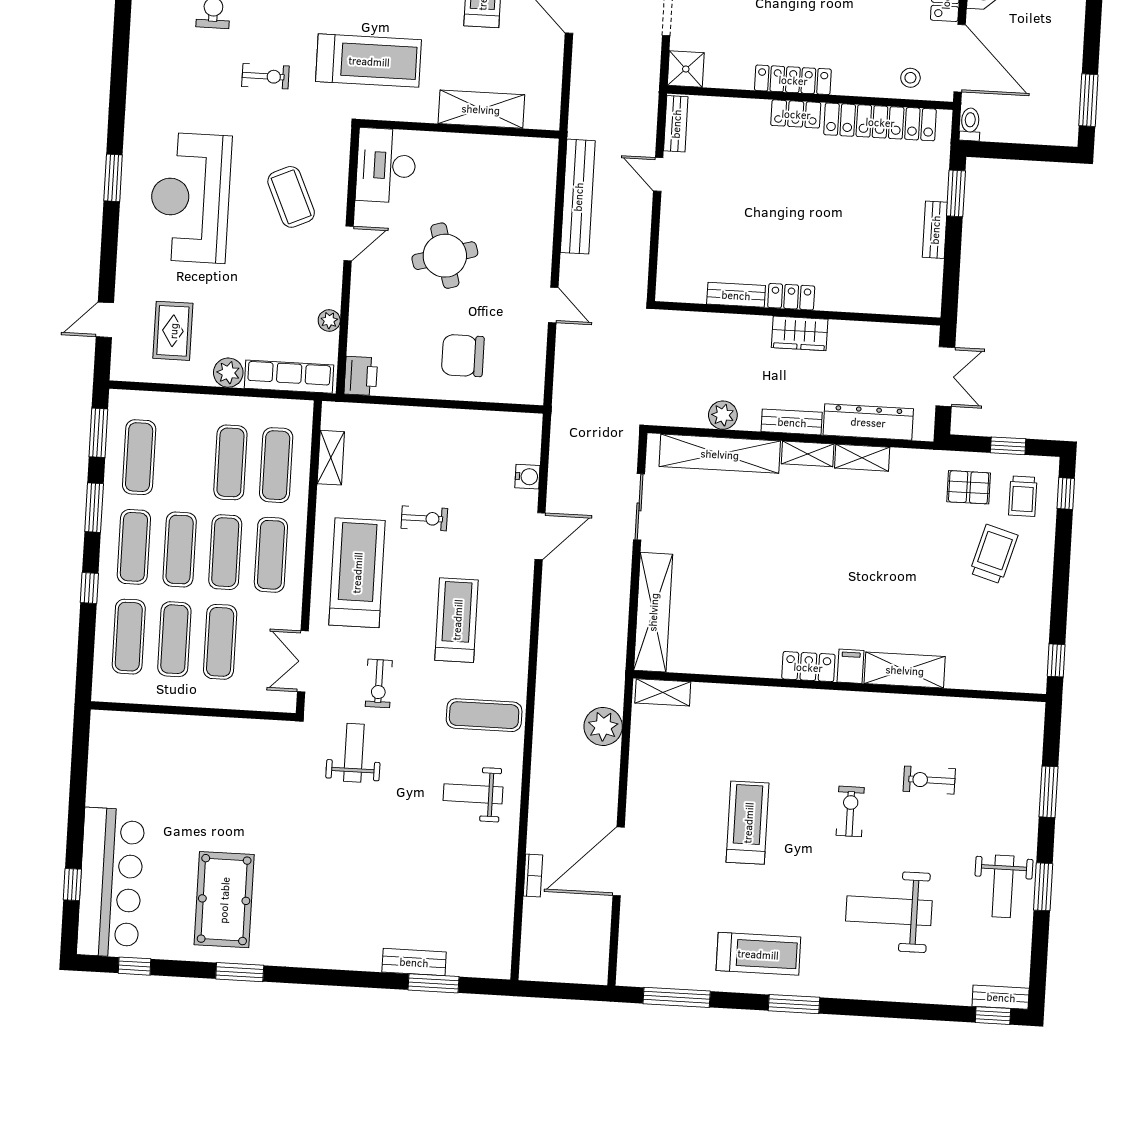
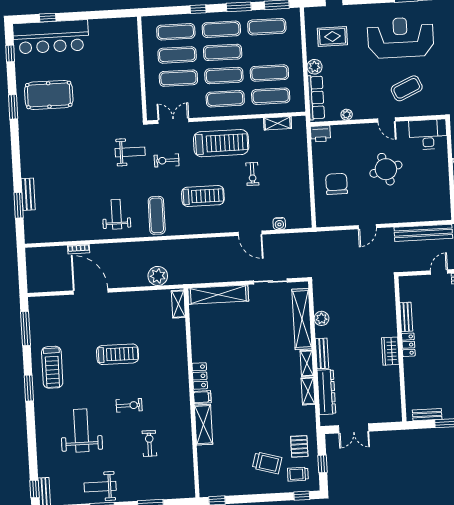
bench: (736, 295) -> (406, 317), moved
locker: (791, 297) -> (408, 345), moved
wall: (798, 313) -> (400, 349), moved
wardrobe: (800, 333) -> (390, 351), moved

